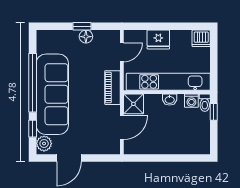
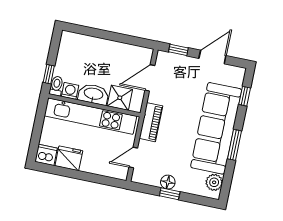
fridge: (158, 40) -> (69, 158), moved
window: (33, 83) -> (234, 145), width x0.47
washbasin: (170, 100) -> (93, 94), width x1.91, depth x1.45
shower: (133, 104) -> (120, 98), moved
plant: (44, 144) -> (214, 182), moved
window: (101, 158) -> (178, 50), added

